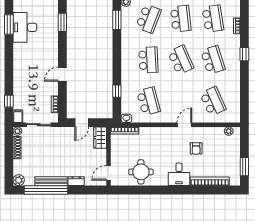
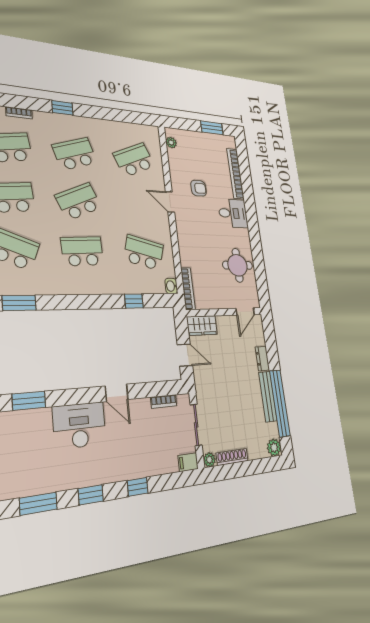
desk: (25, 27) -> (79, 425), moved, turned 180
window: (9, 54) -> (91, 495), added
window: (9, 101) -> (138, 487), moved
school desk: (148, 101) -> (144, 253), turned 30
door: (108, 173) -> (245, 312), hinge flipped

